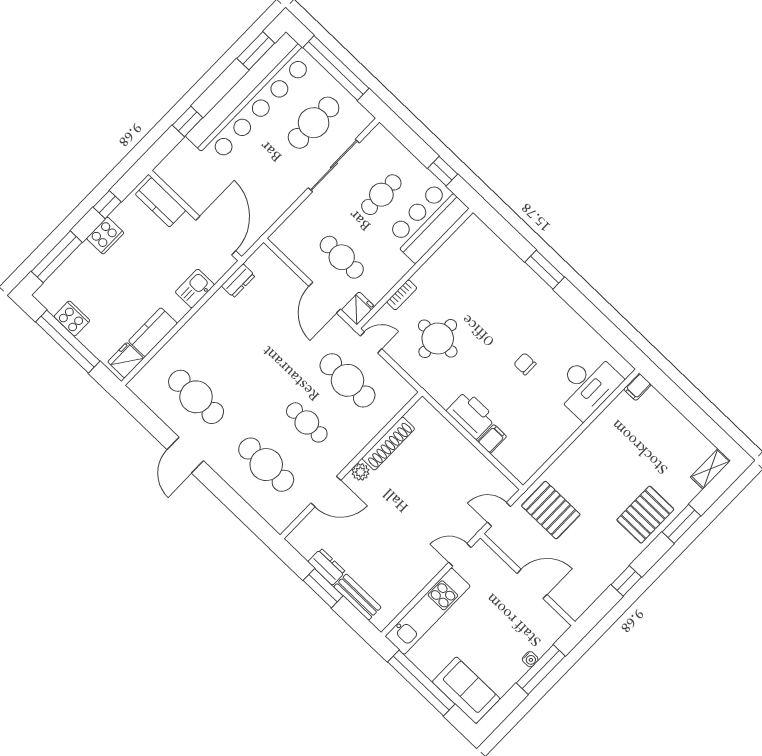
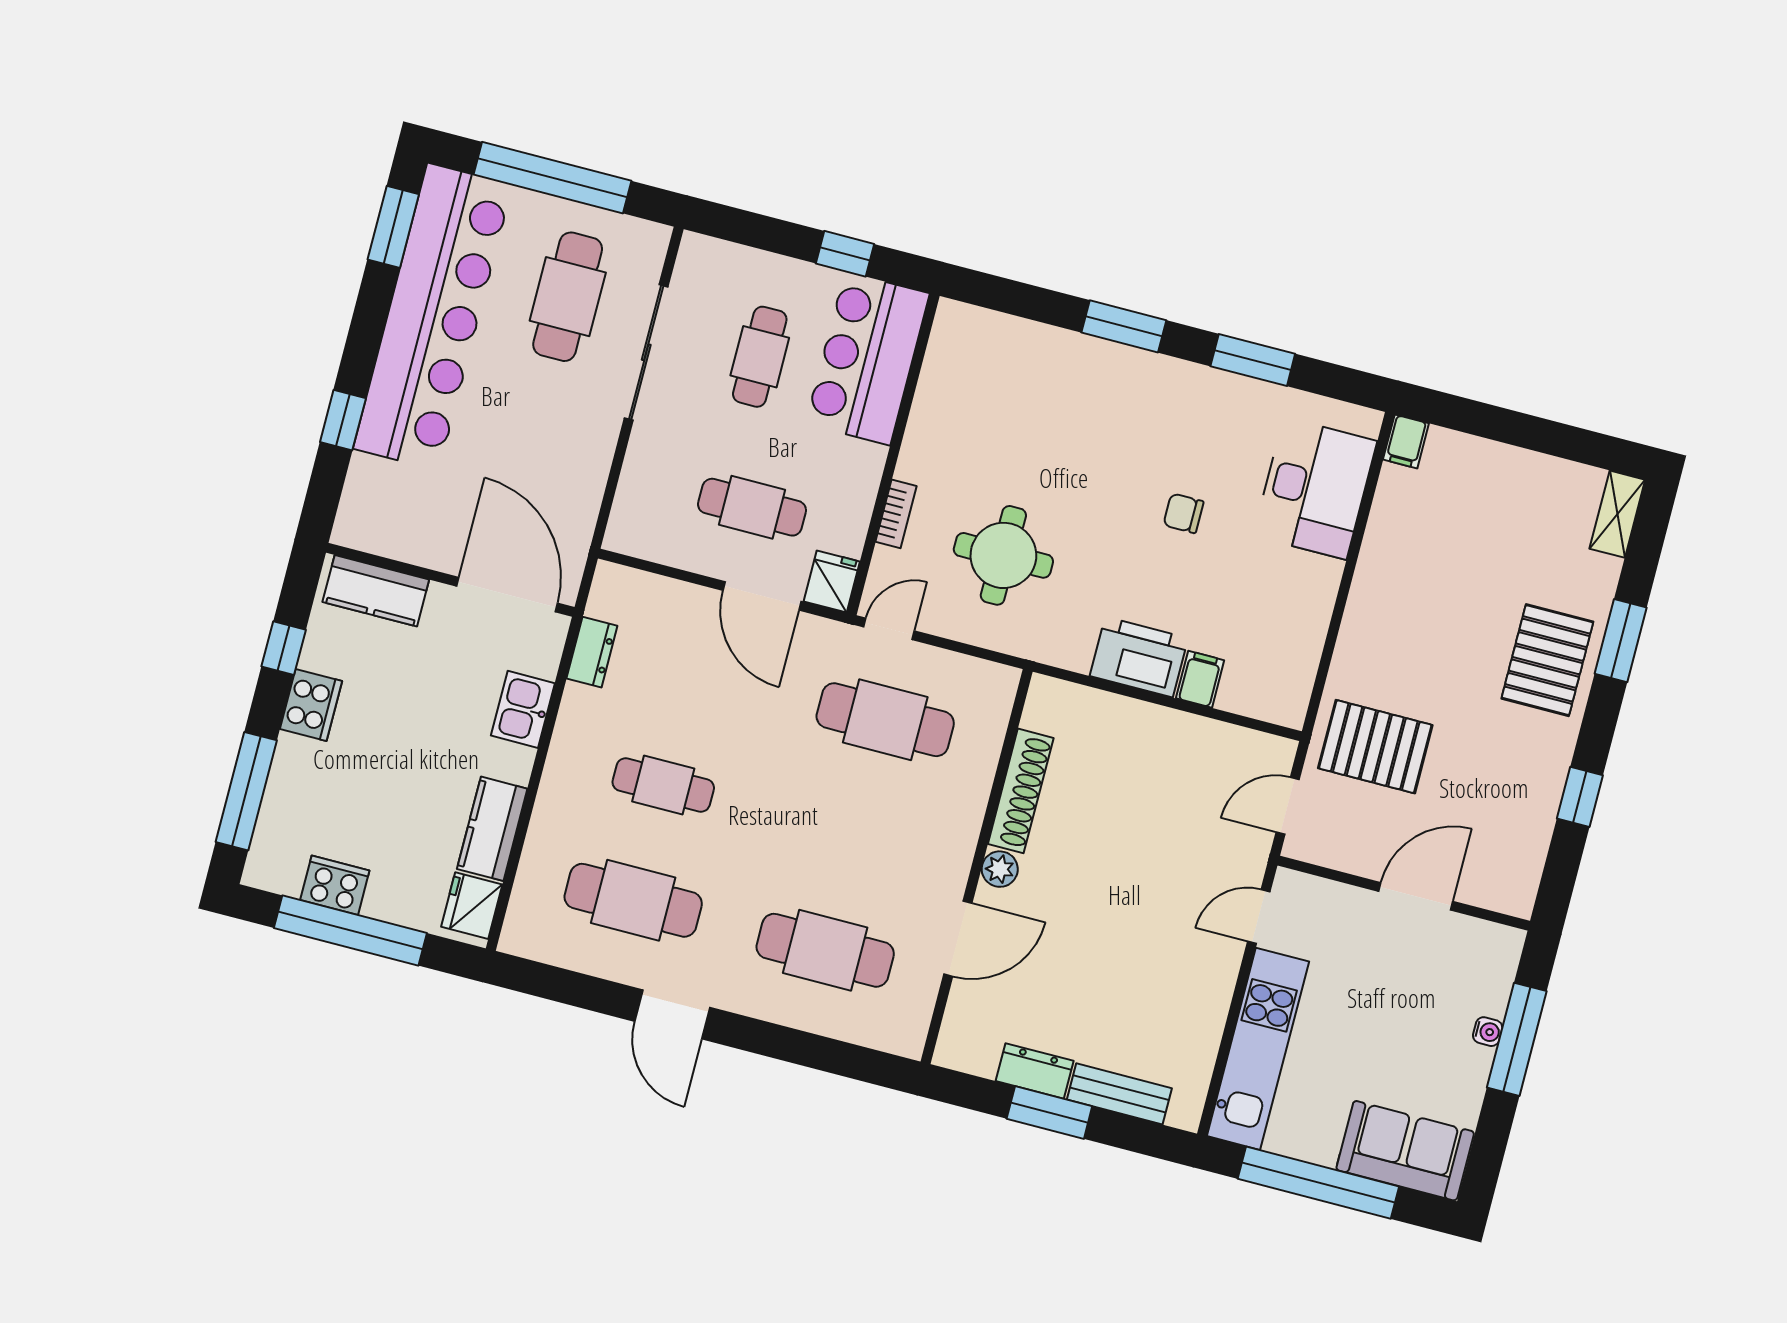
window: (592, 315) -> (1253, 360), added
cafe table: (307, 422) -> (663, 785), moved

